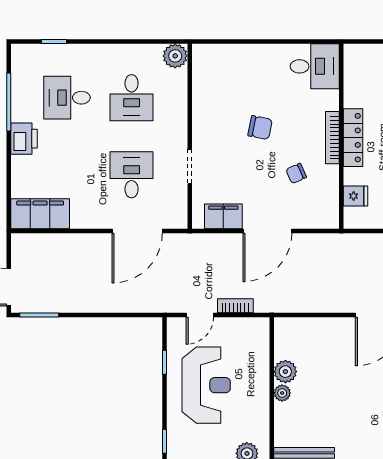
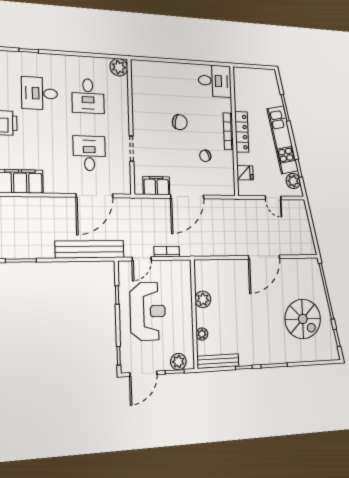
bench: (129, 302) -> (90, 249), added
plant: (282, 393) -> (202, 334), moved

